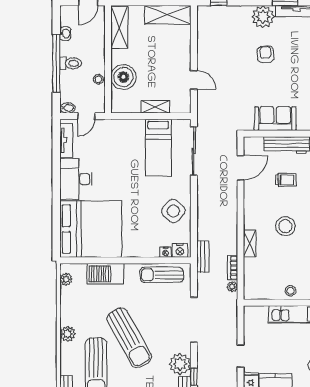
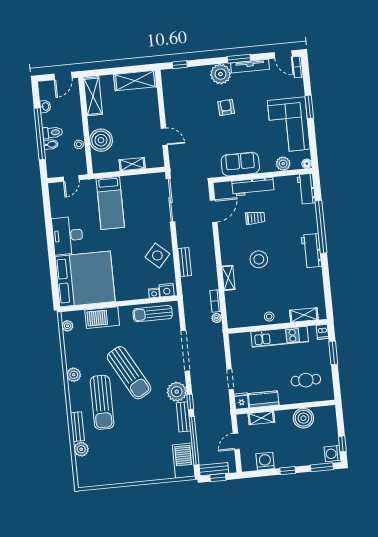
bidet: (68, 108) -> (51, 144), moved
tv unit: (66, 140) -> (56, 202), removed
bed: (158, 148) -> (110, 203), moved
bench: (203, 257) -> (185, 262), moved

